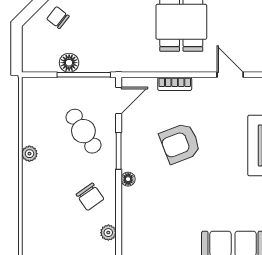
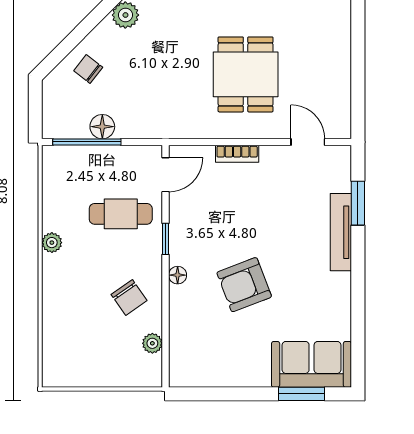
window: (84, 75) -> (87, 142), moved
cafe table: (83, 131) -> (121, 214), turned -57
armchair: (180, 143) -> (244, 285), moved
window: (119, 151) -> (166, 239), width x0.67

